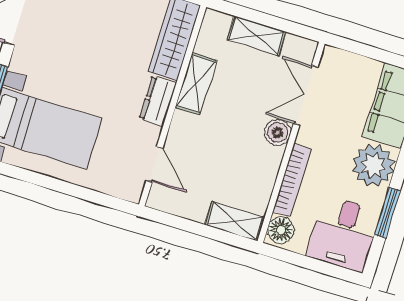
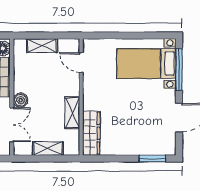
dresser: (158, 101) -> (90, 97), removed
shelving: (235, 221) -> (42, 46), moved

